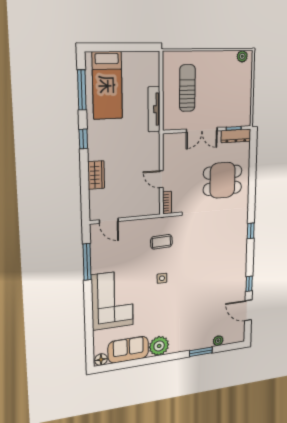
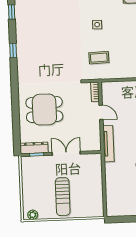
sun lounger: (187, 88) -> (63, 197), moved
tv unit: (154, 109) -> (108, 144), moved
window: (251, 231) -> (13, 50), moved

